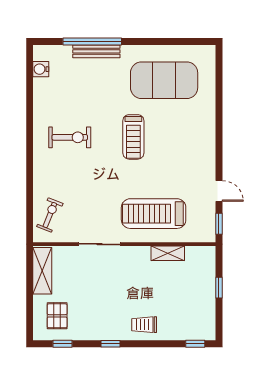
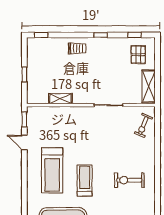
treadmill: (154, 214) -> (52, 170), moved, turned 90

